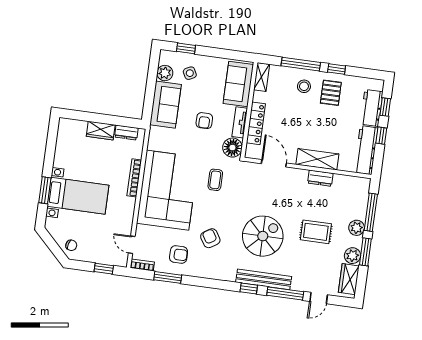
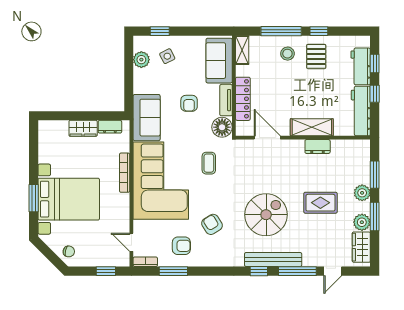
sofa: (166, 105) -> (147, 118), moved
bed with nightstands: (78, 196) -> (69, 199), width x1.36
window: (371, 212) -> (375, 175), width x0.69

